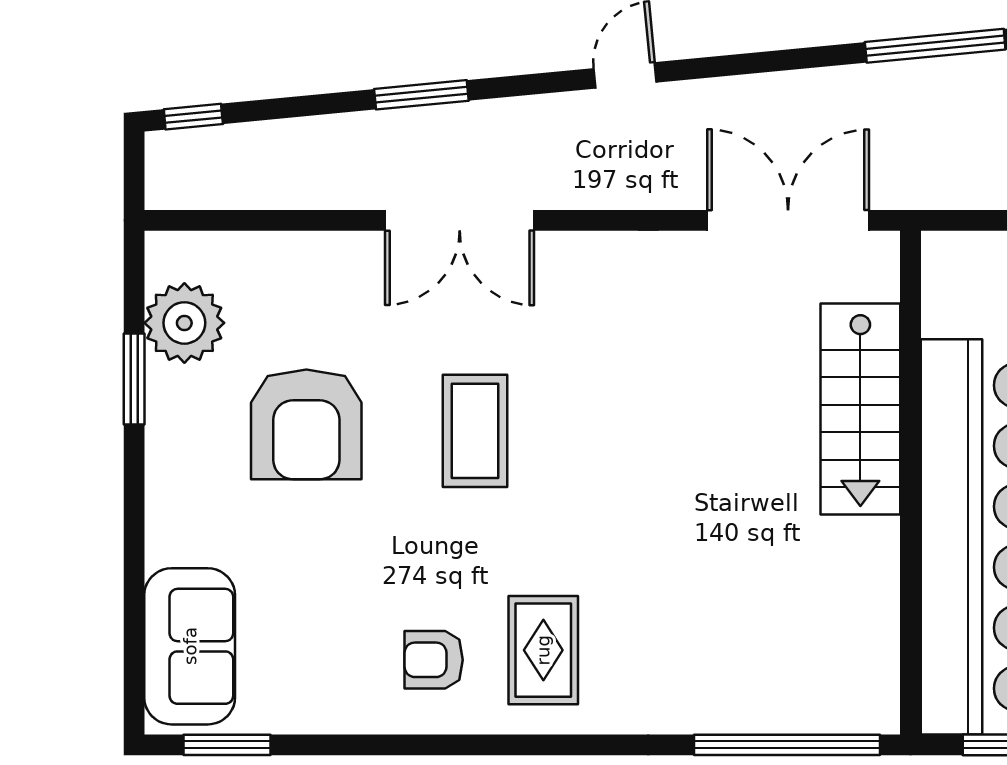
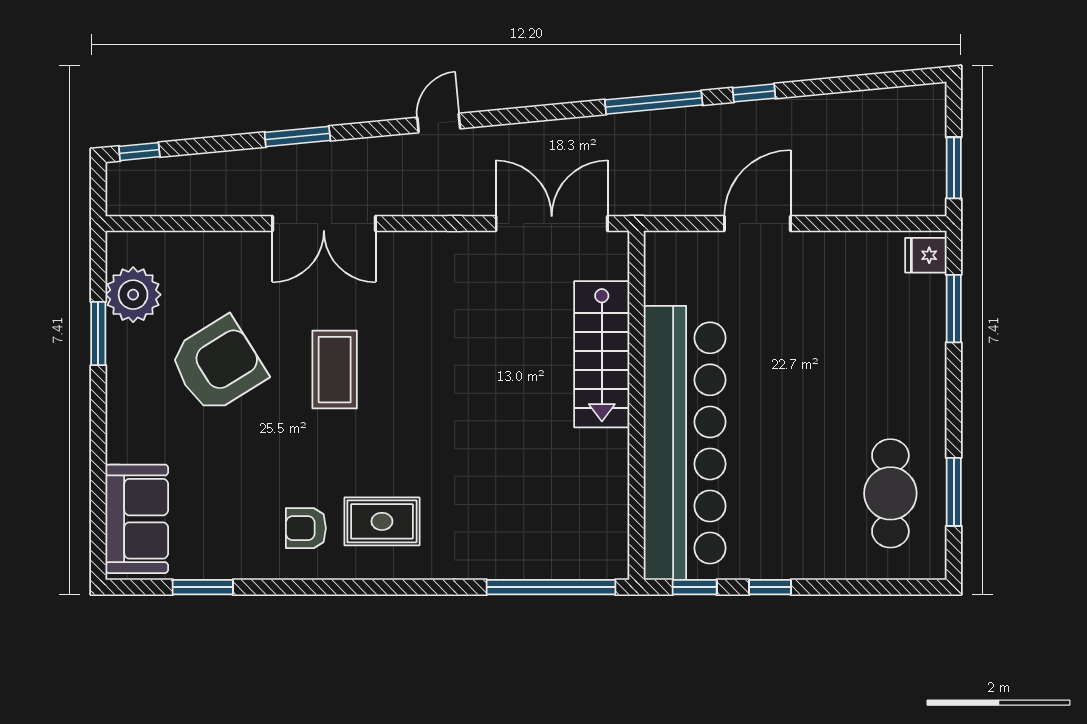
armchair: (306, 424) -> (218, 365), turned -122
rug: (543, 650) -> (382, 521), turned 90
window: (227, 745) -> (203, 587), moved

